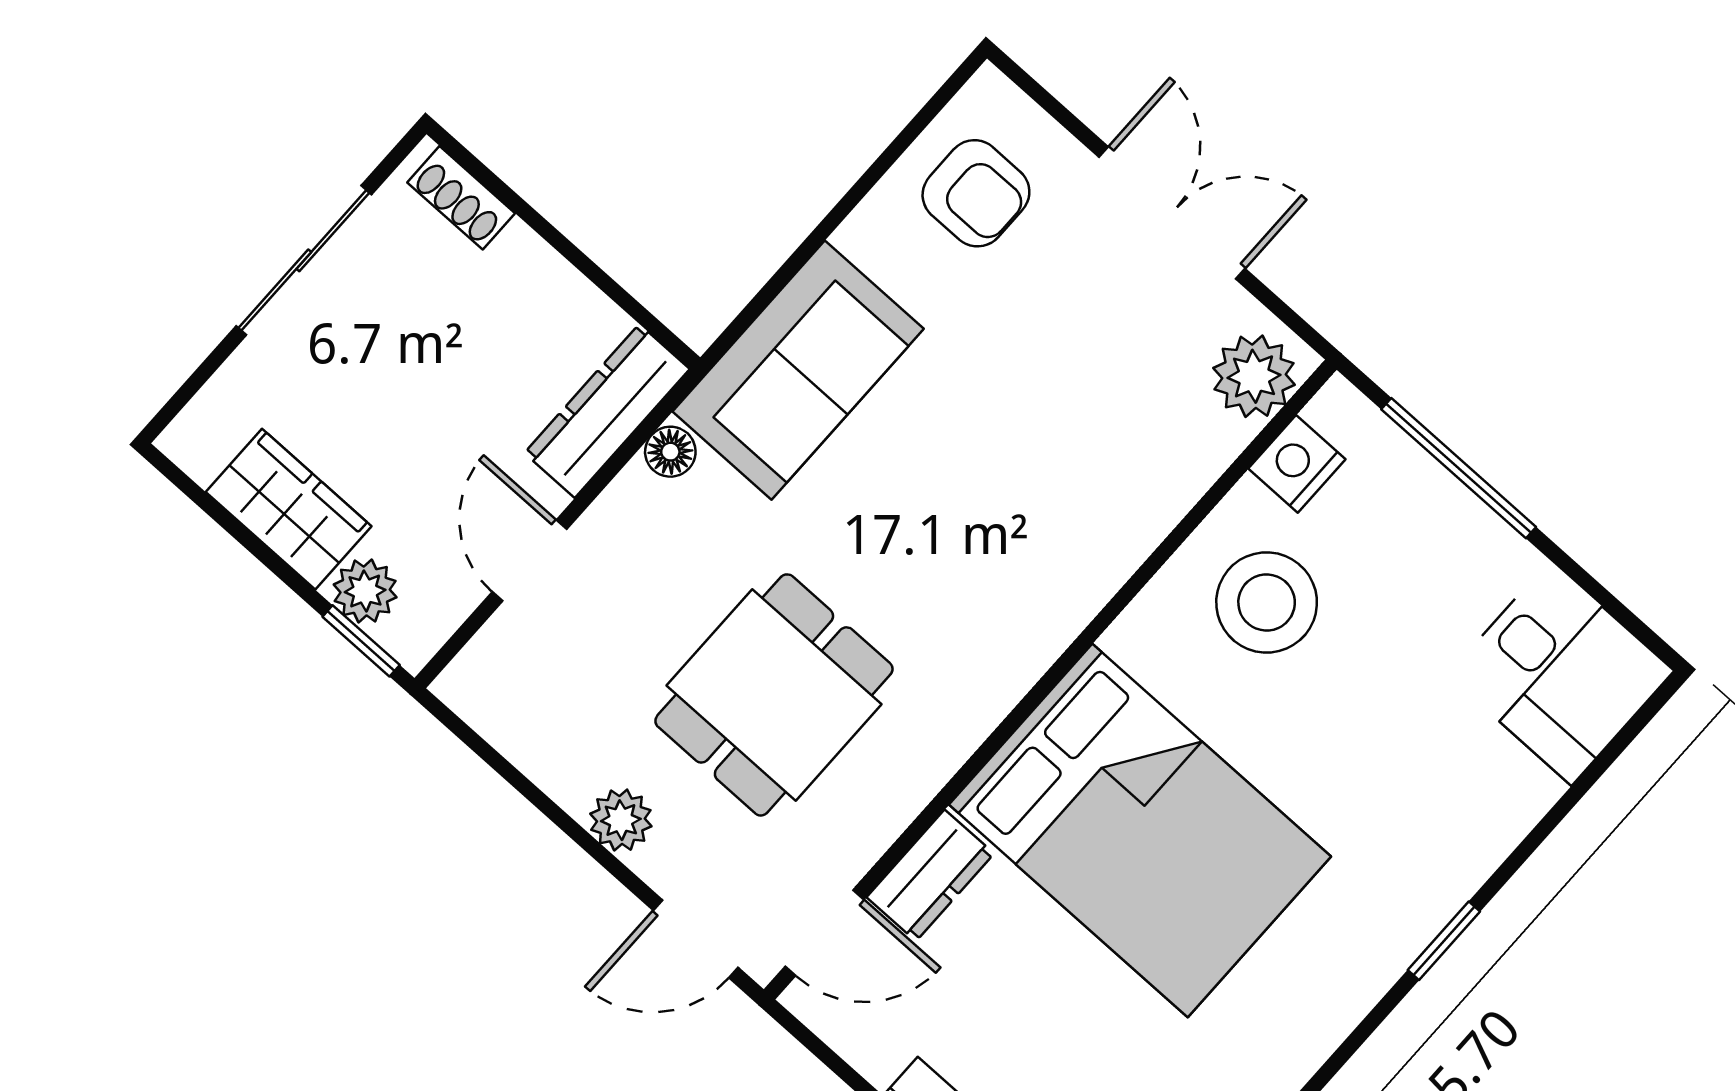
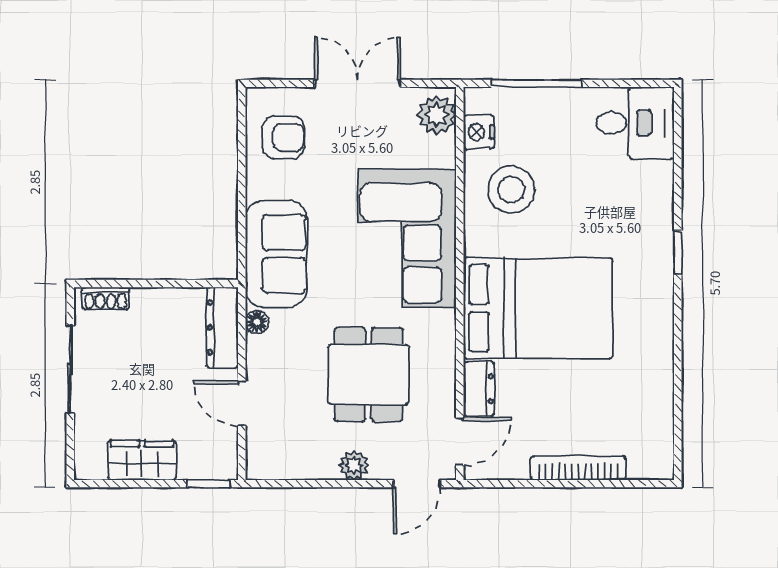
corner sofa: (1030, 532) -> (407, 238), added
plant: (365, 591) -> (194, 465), removed

